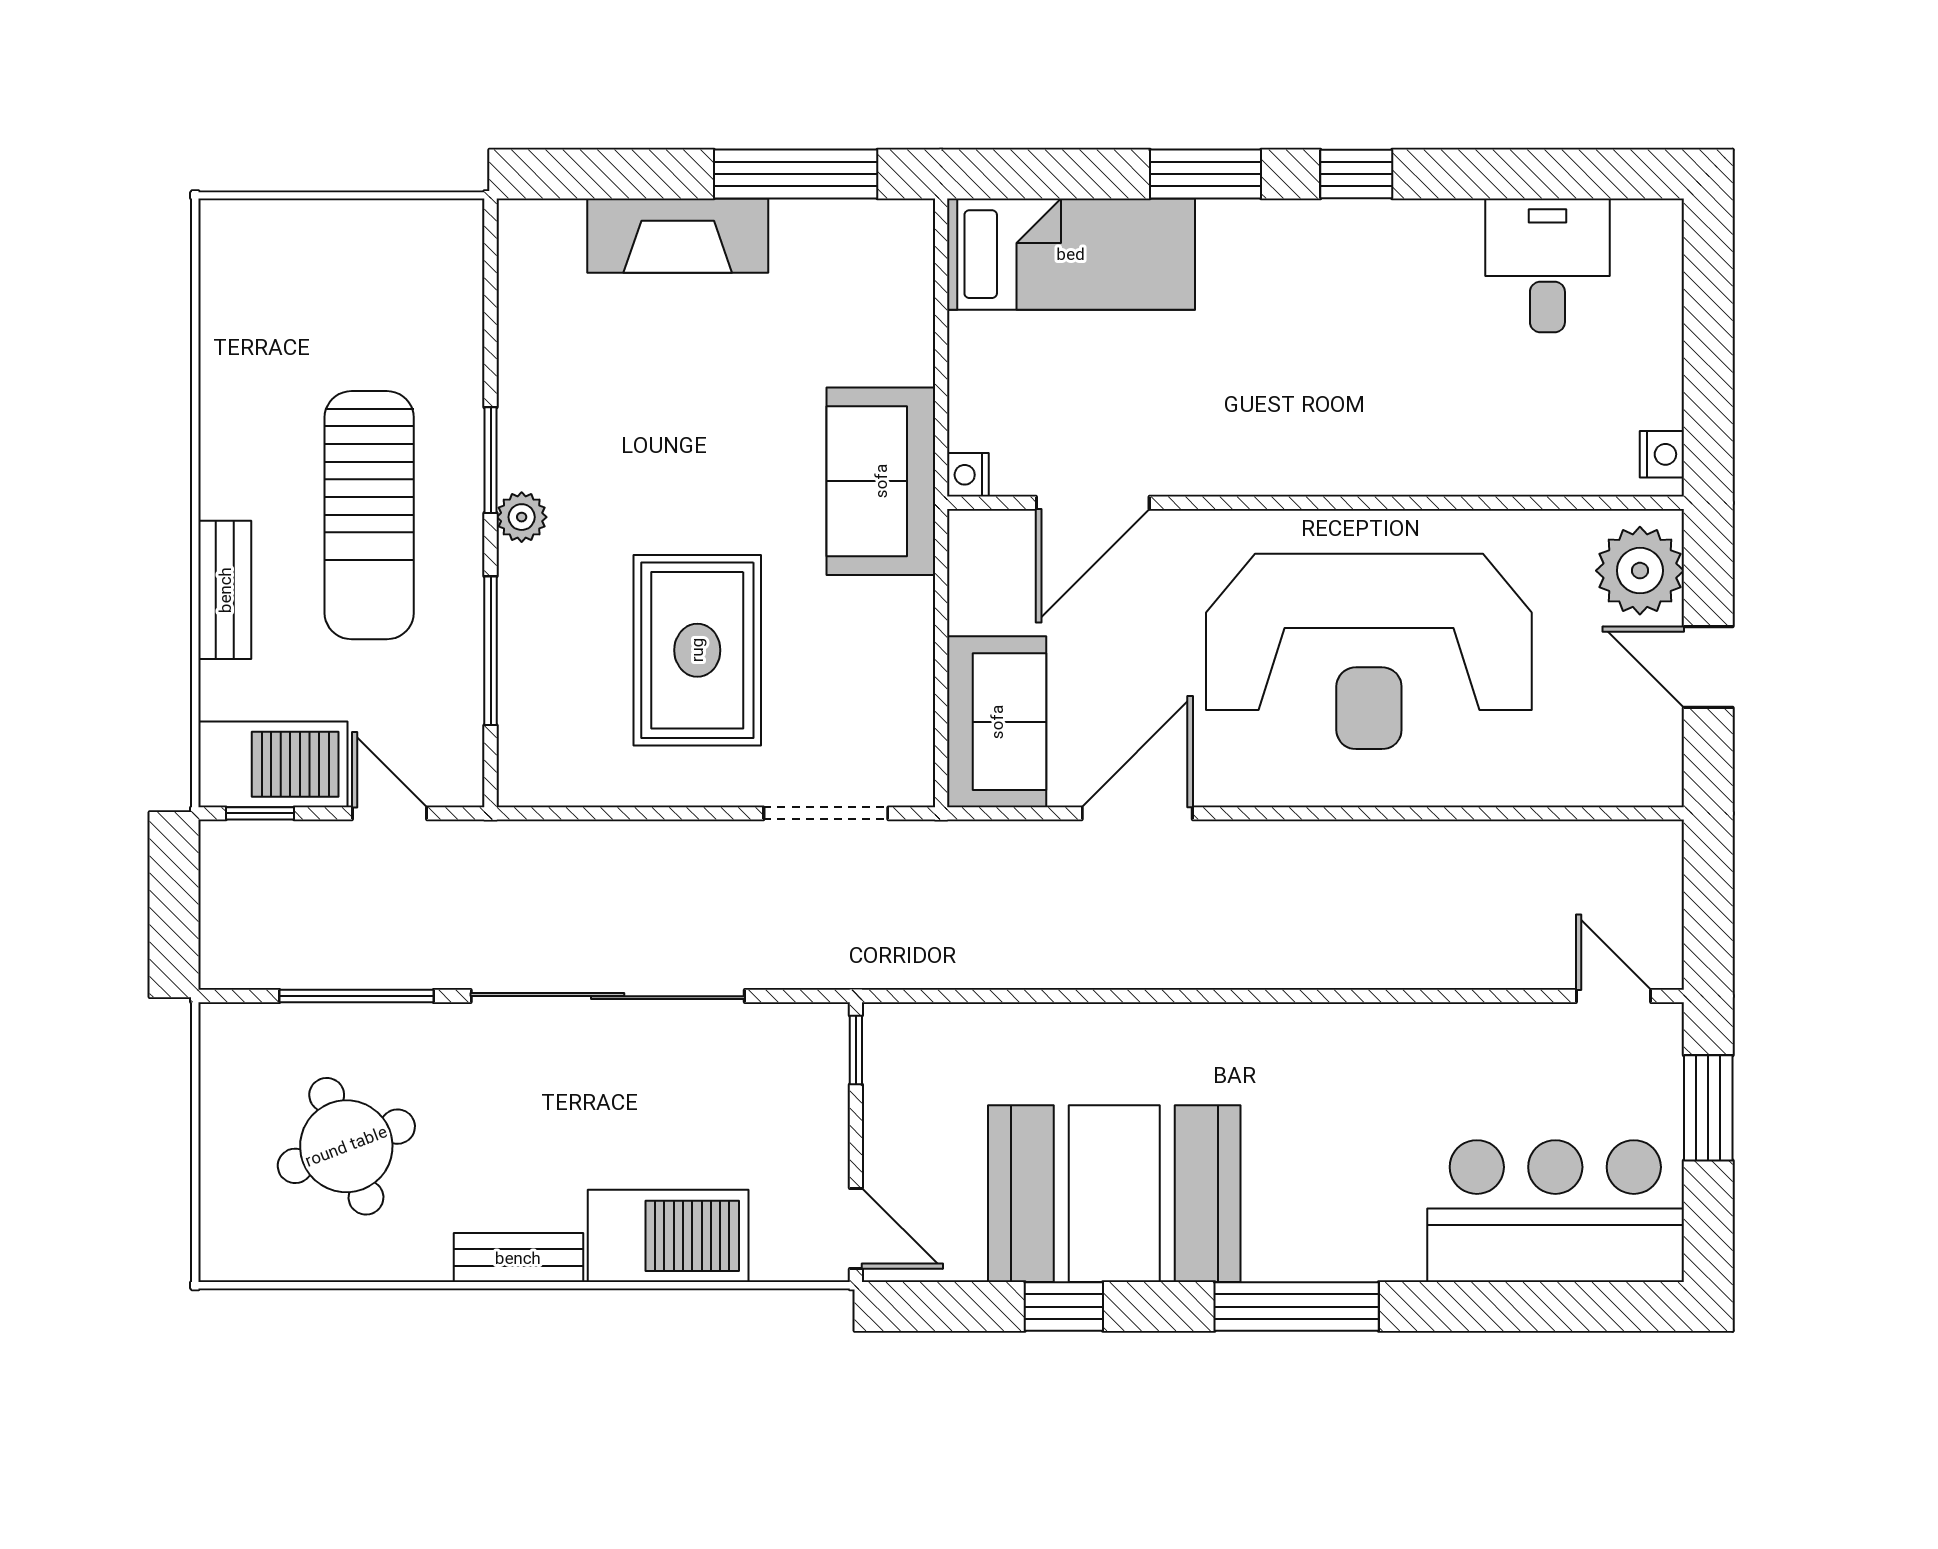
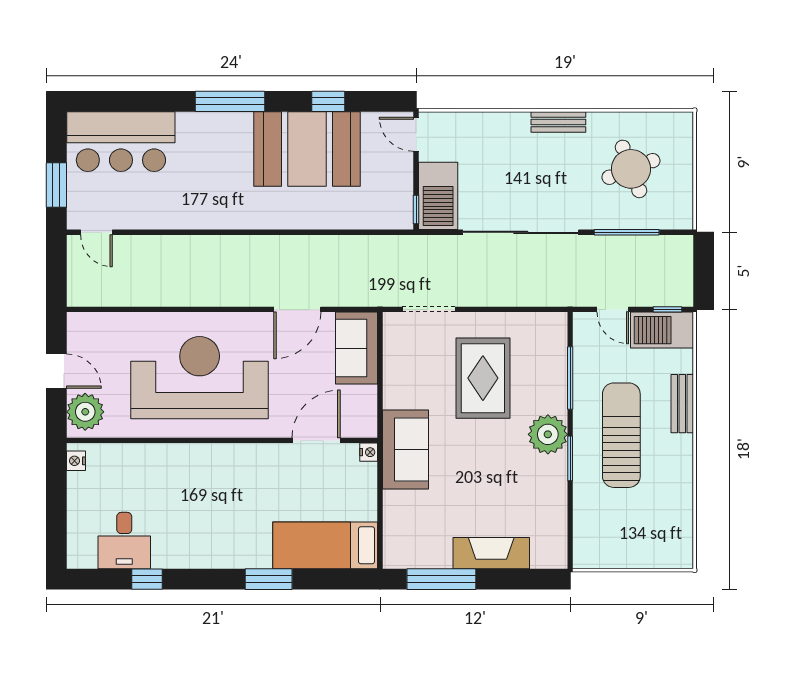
window: (1356, 174) -> (147, 579), moved
plant: (522, 517) -> (548, 434), width x1.87, depth x1.87
barbecue: (668, 1236) -> (438, 196), moved, turned -90

